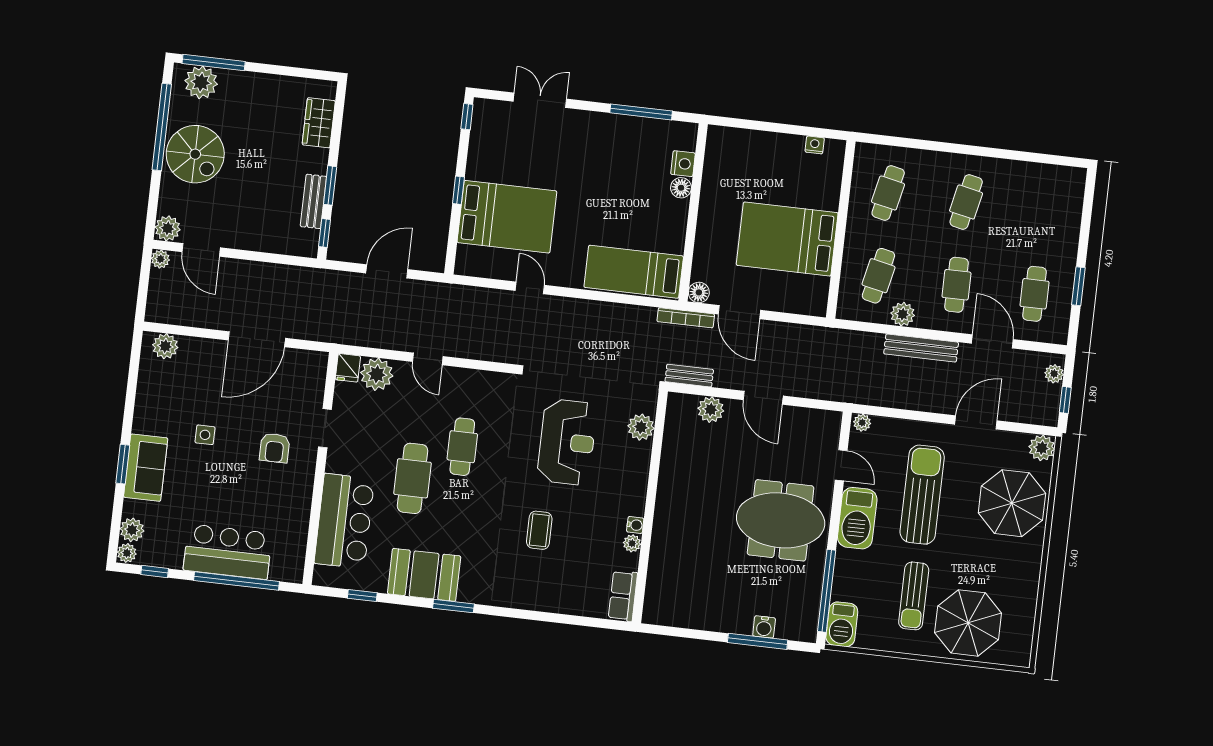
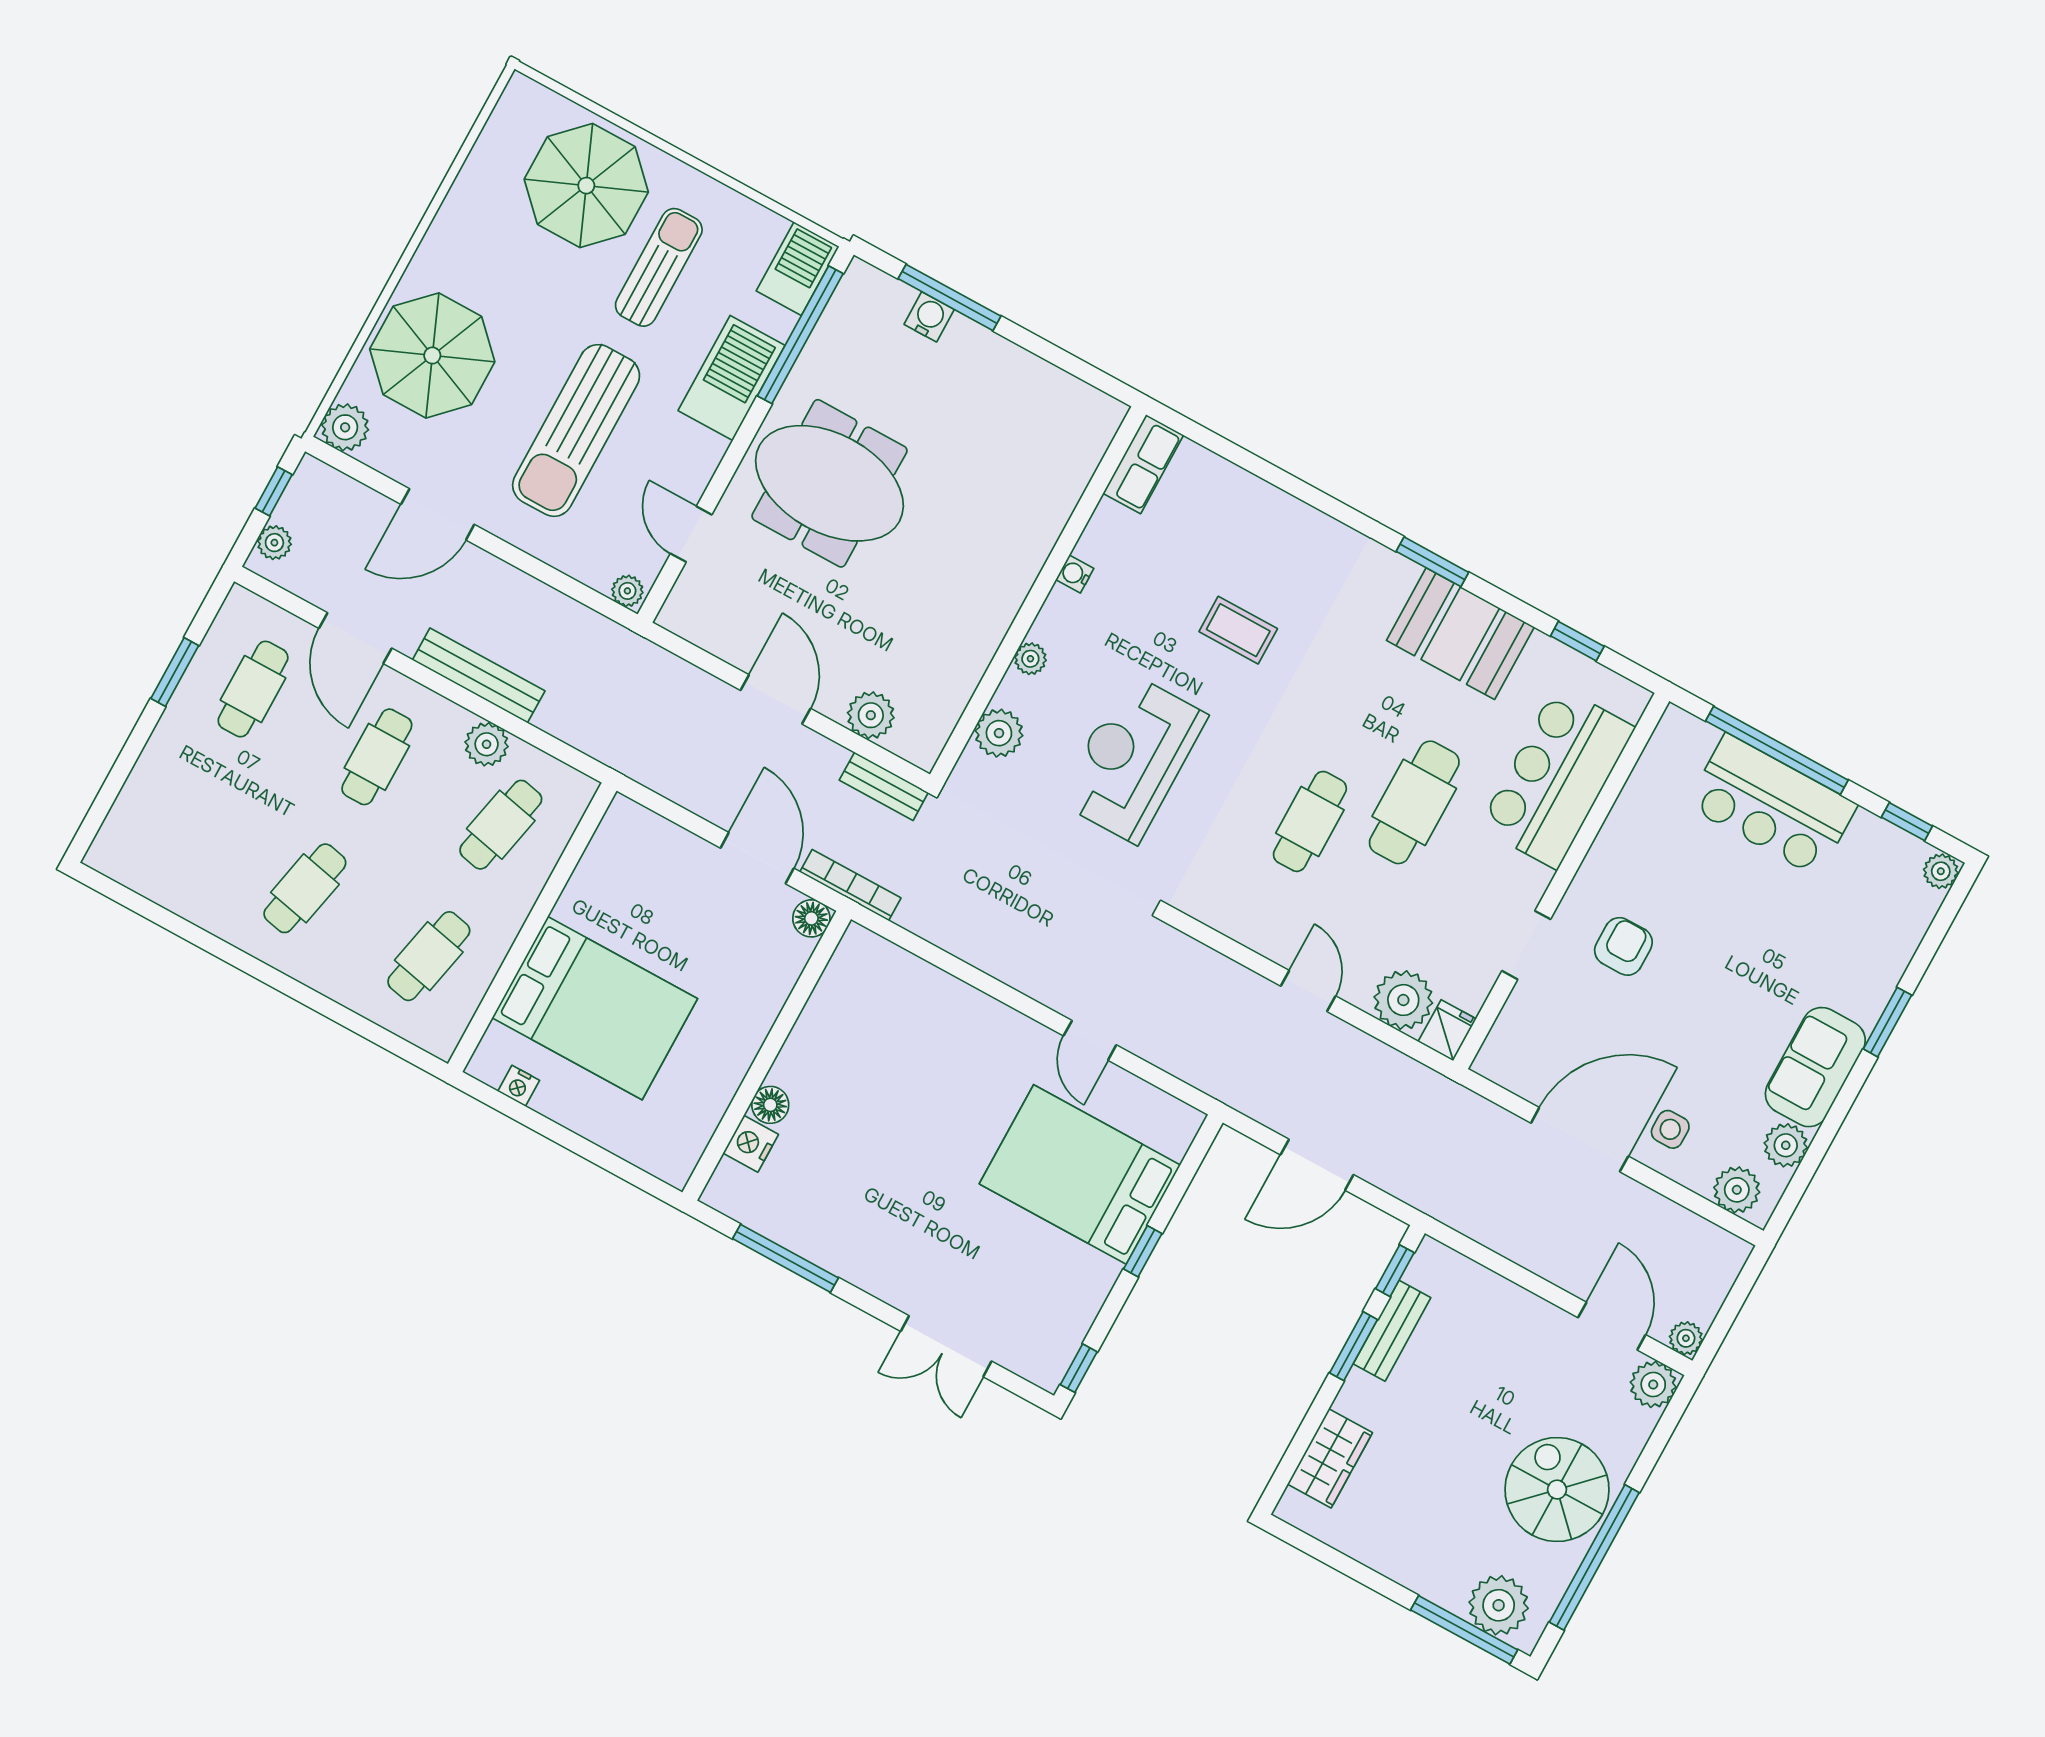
bed: (787, 239) -> (595, 1008), moved
bed: (634, 272) -> (906, 997), removed
side table: (205, 435) -> (1670, 1129), moved
sofa: (146, 468) -> (1815, 1067), moved
barbecue: (857, 518) -> (732, 378), moved
plant: (132, 530) -> (1786, 1145), moved
coffee table: (539, 530) -> (1238, 630), turned 90
plant: (632, 543) -> (1030, 659), moved

